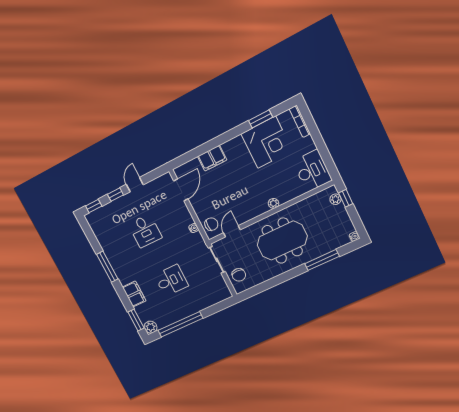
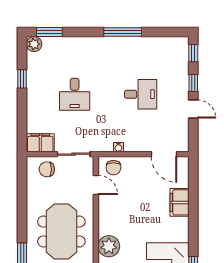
plant: (274, 203) -> (109, 246), width x1.88, depth x1.88
desk: (145, 231) -> (141, 94), turned 180
filing cabinet: (134, 294) -> (40, 143), moved, turned 180
window: (180, 324) -> (22, 79), width x0.32

